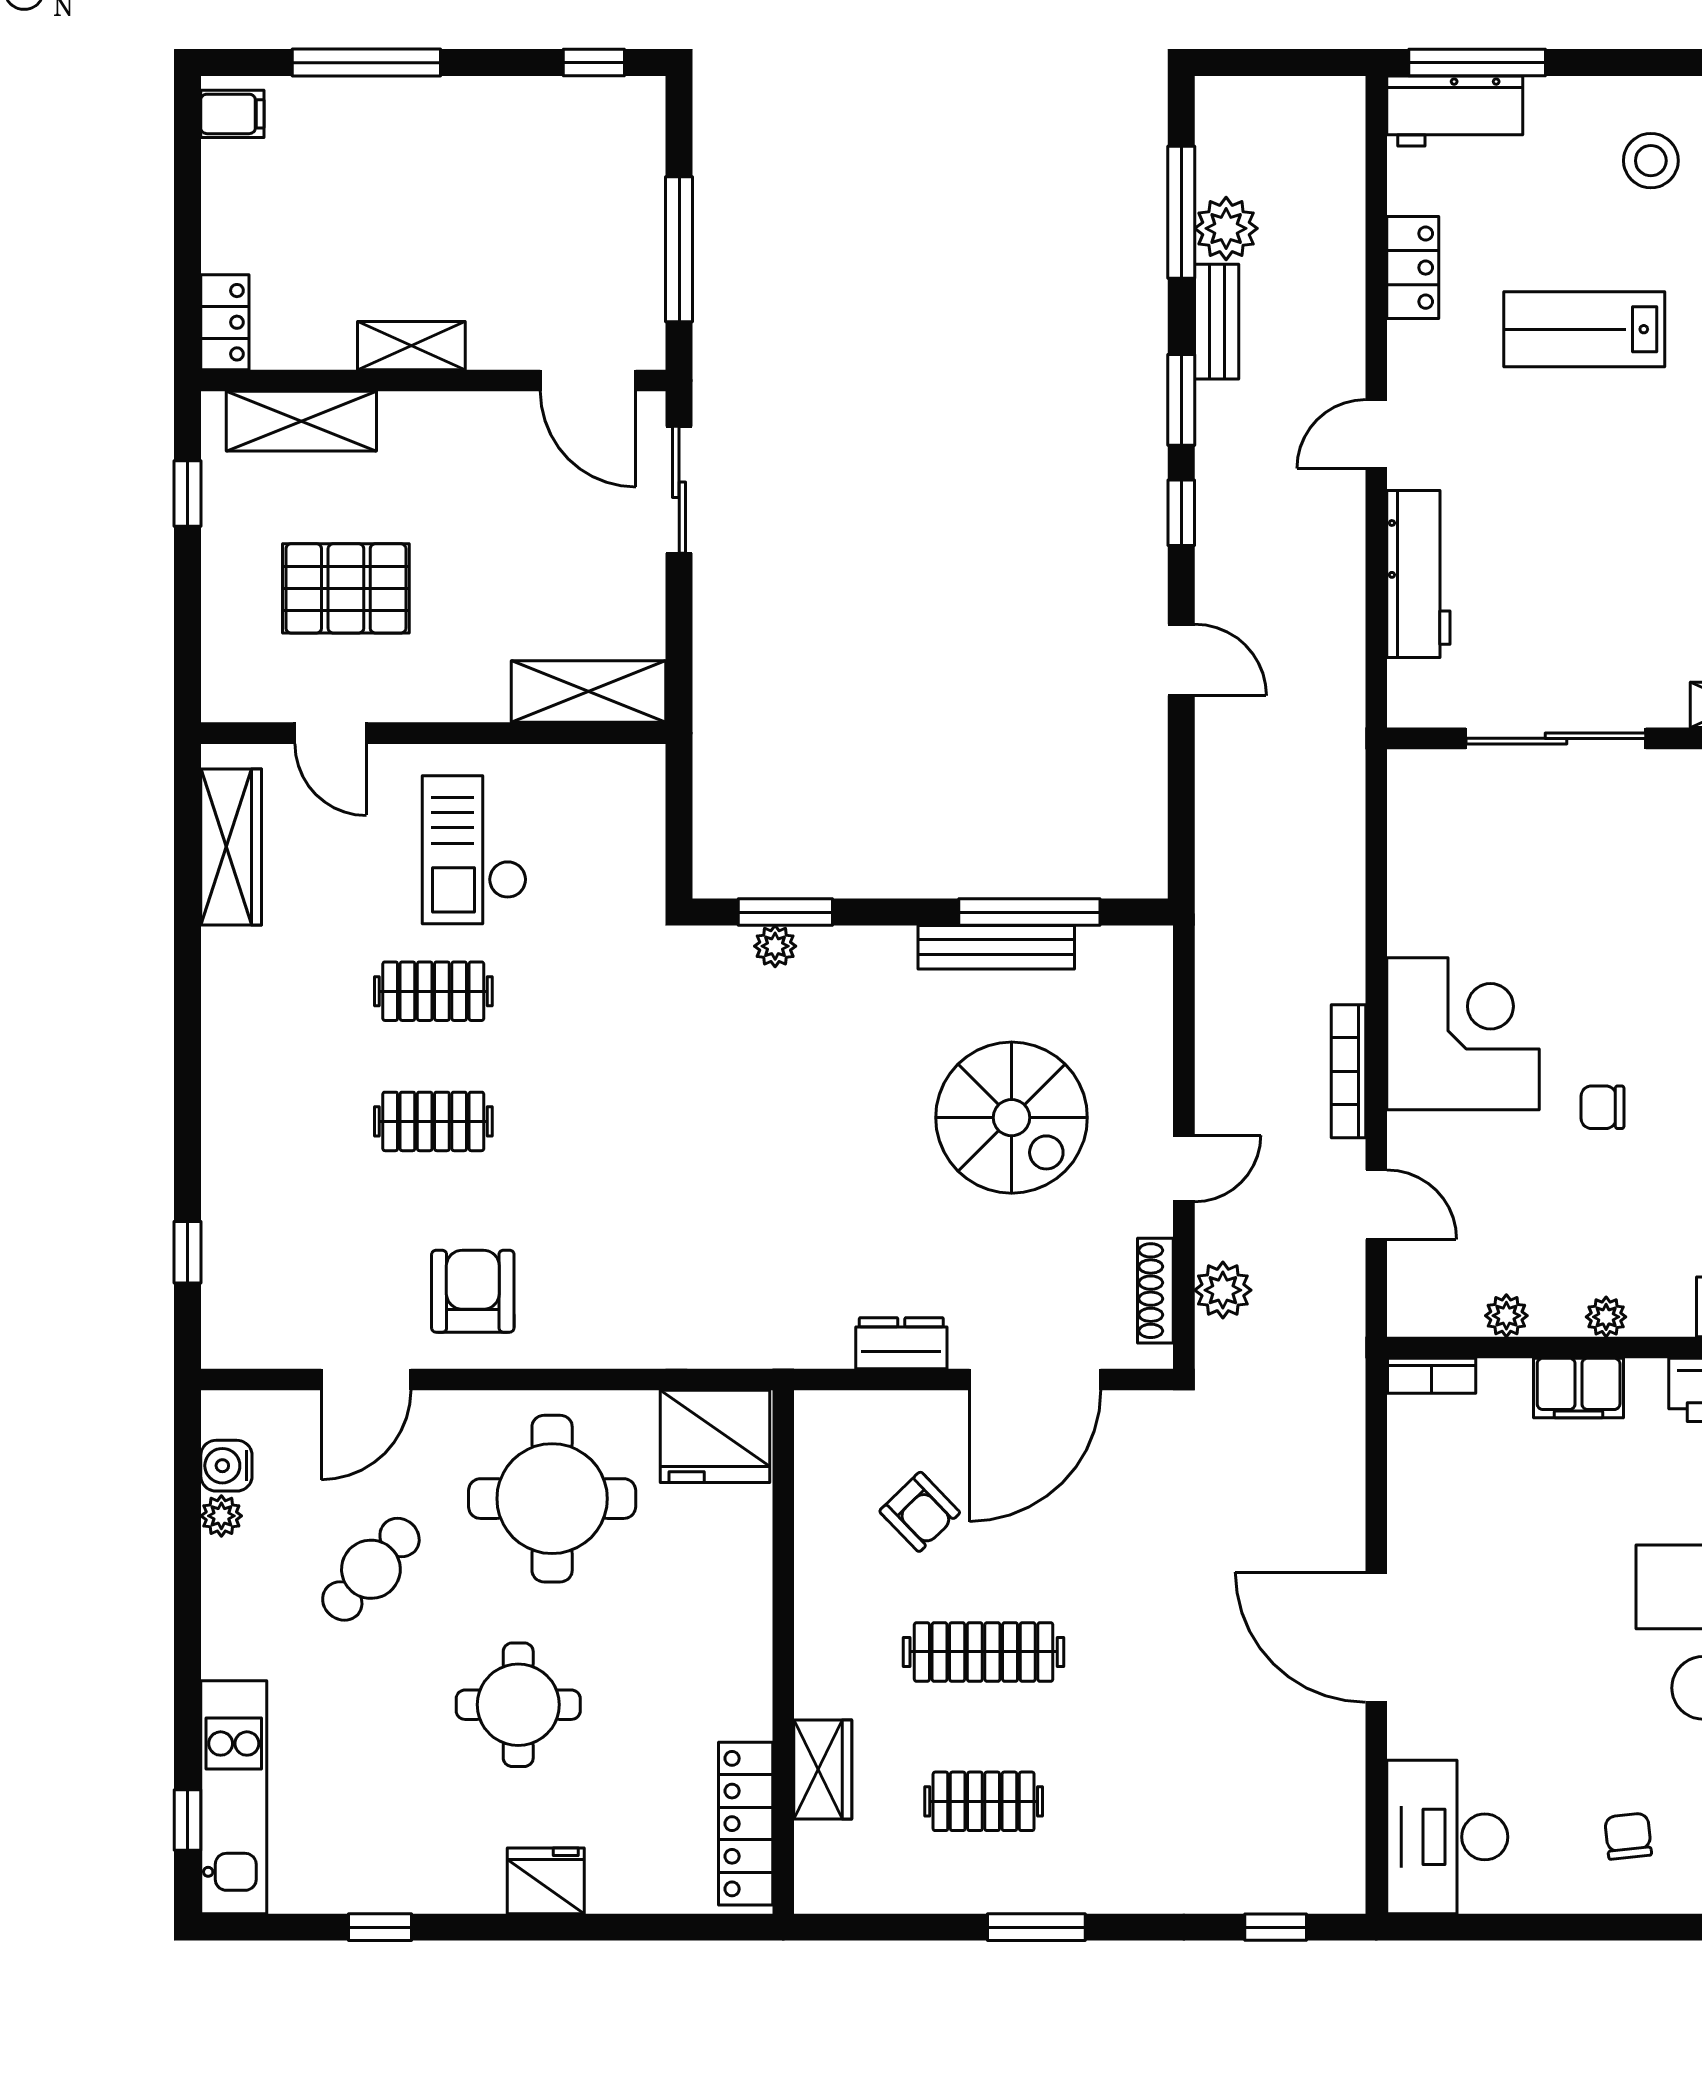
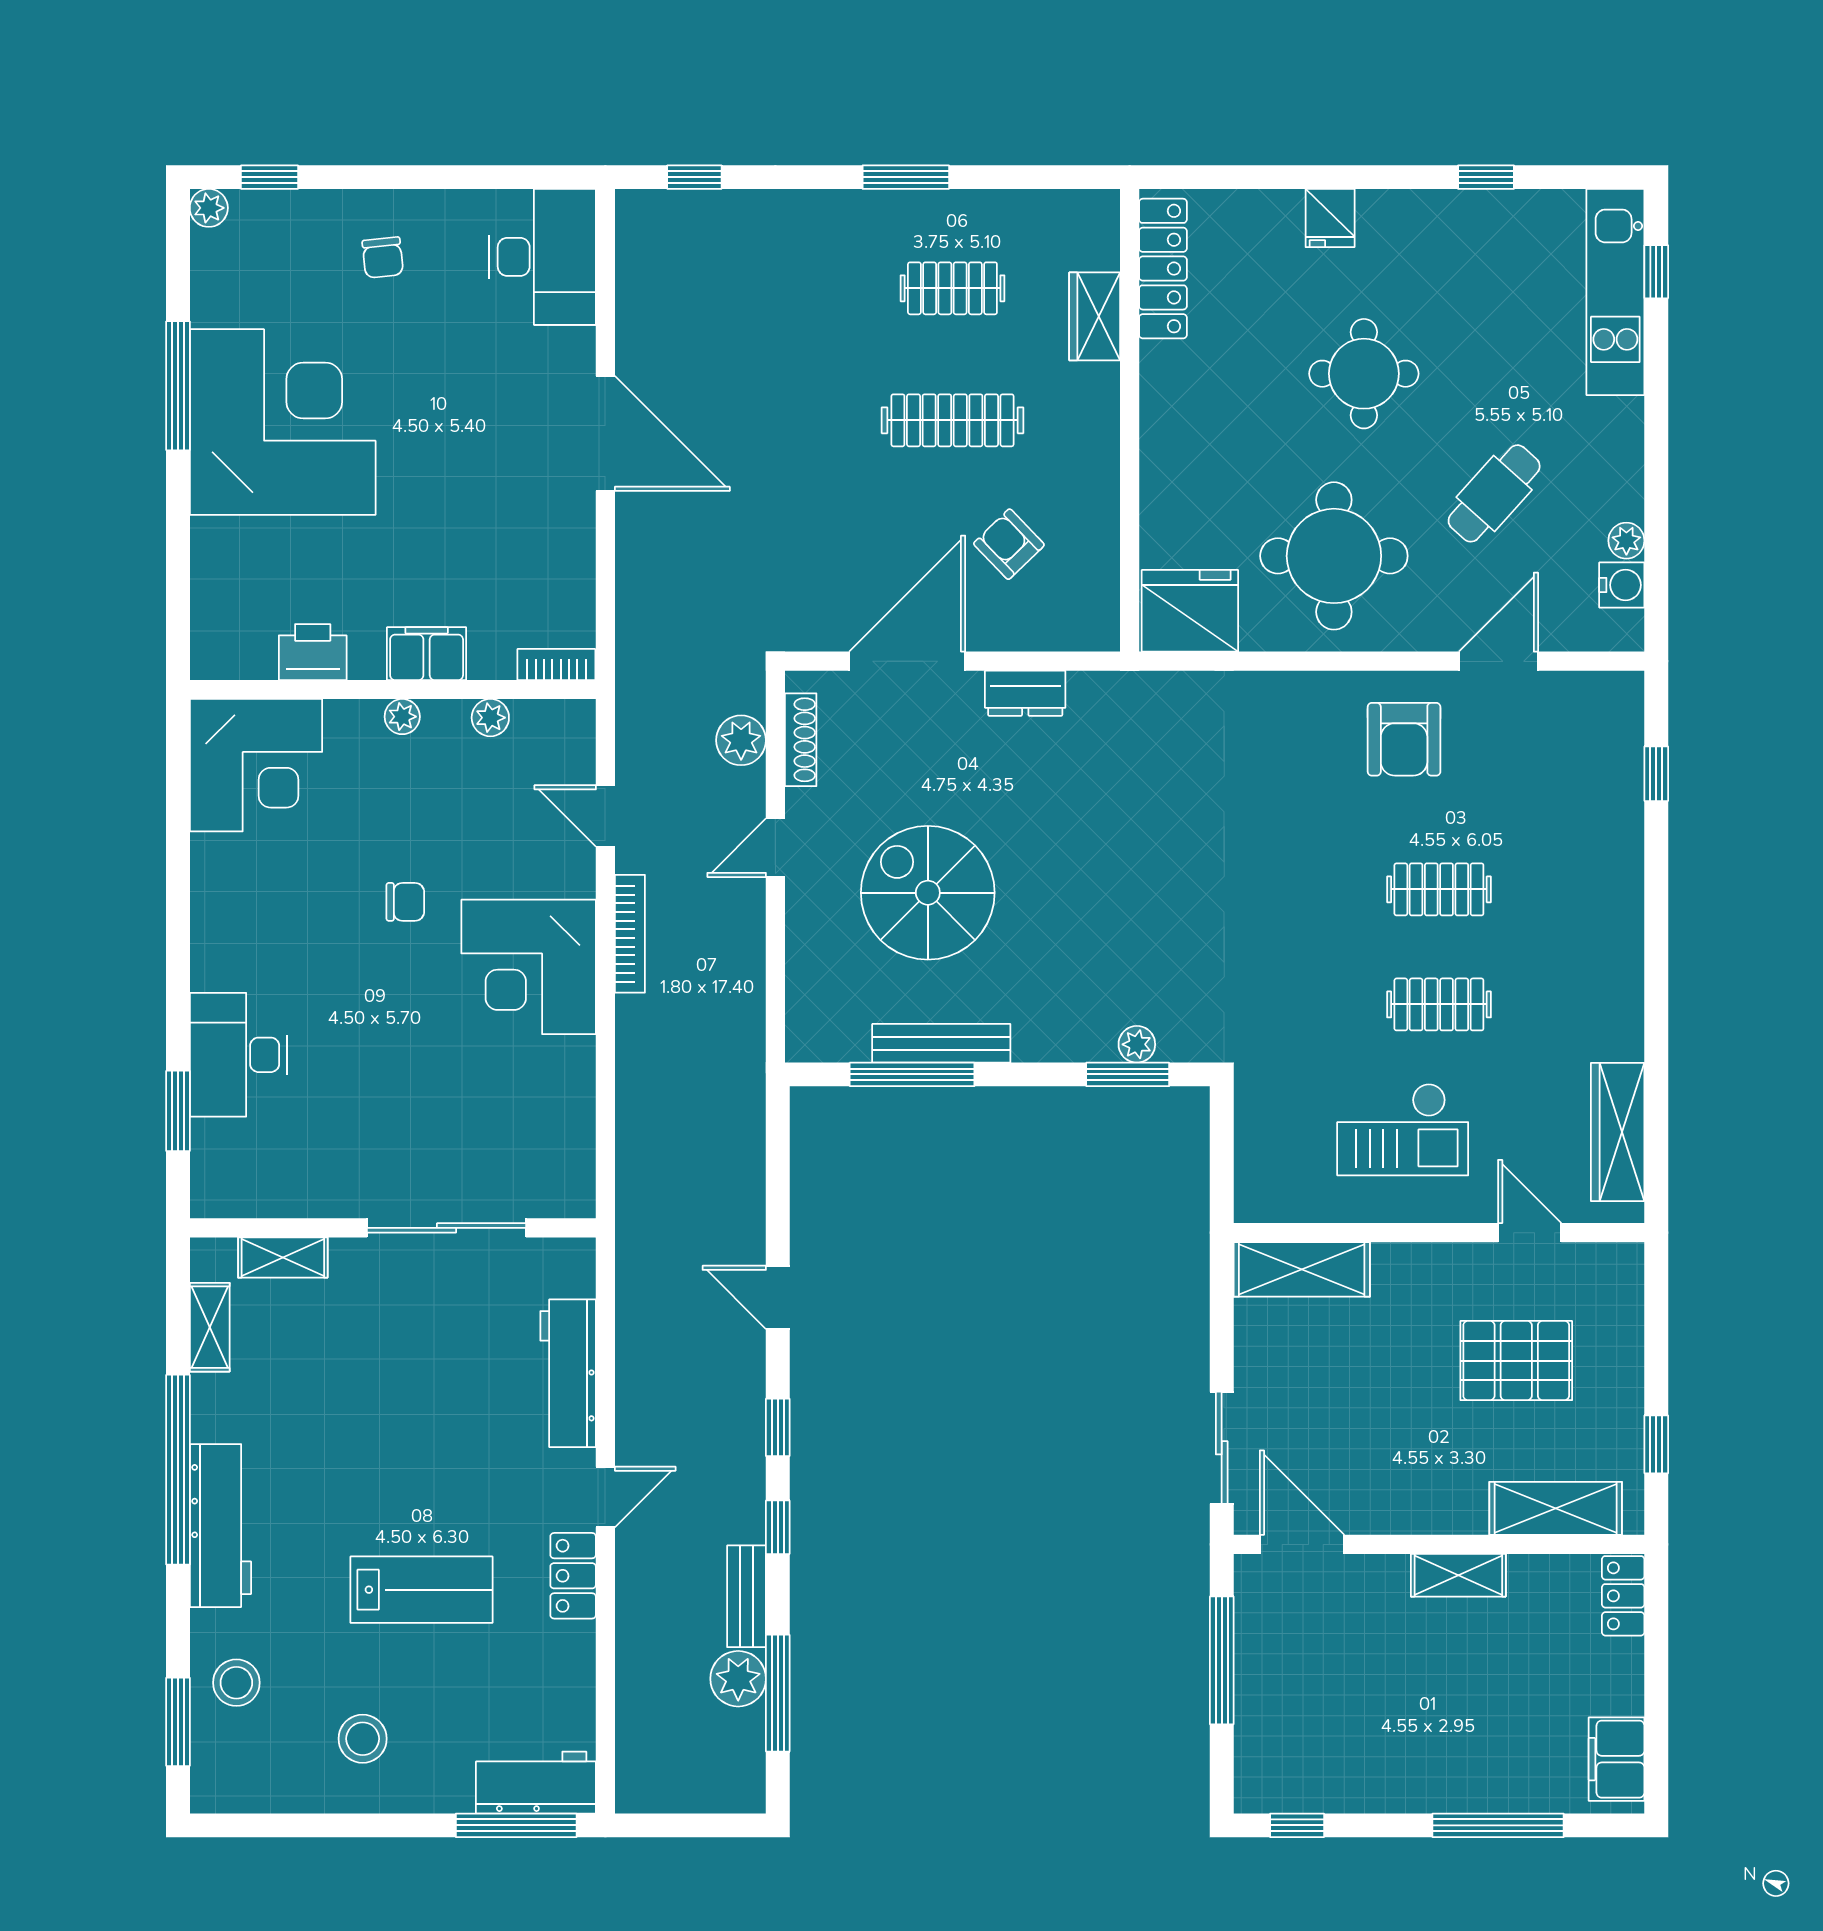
filing cabinet: (232, 114) -> (1617, 1759), width x2.00
locker: (1413, 268) -> (573, 1576), moved
window: (1181, 400) -> (778, 1527), width x0.67
checkout: (474, 850) -> (1403, 1129), turned 90
fridge: (546, 1881) -> (1330, 218), width x0.72

